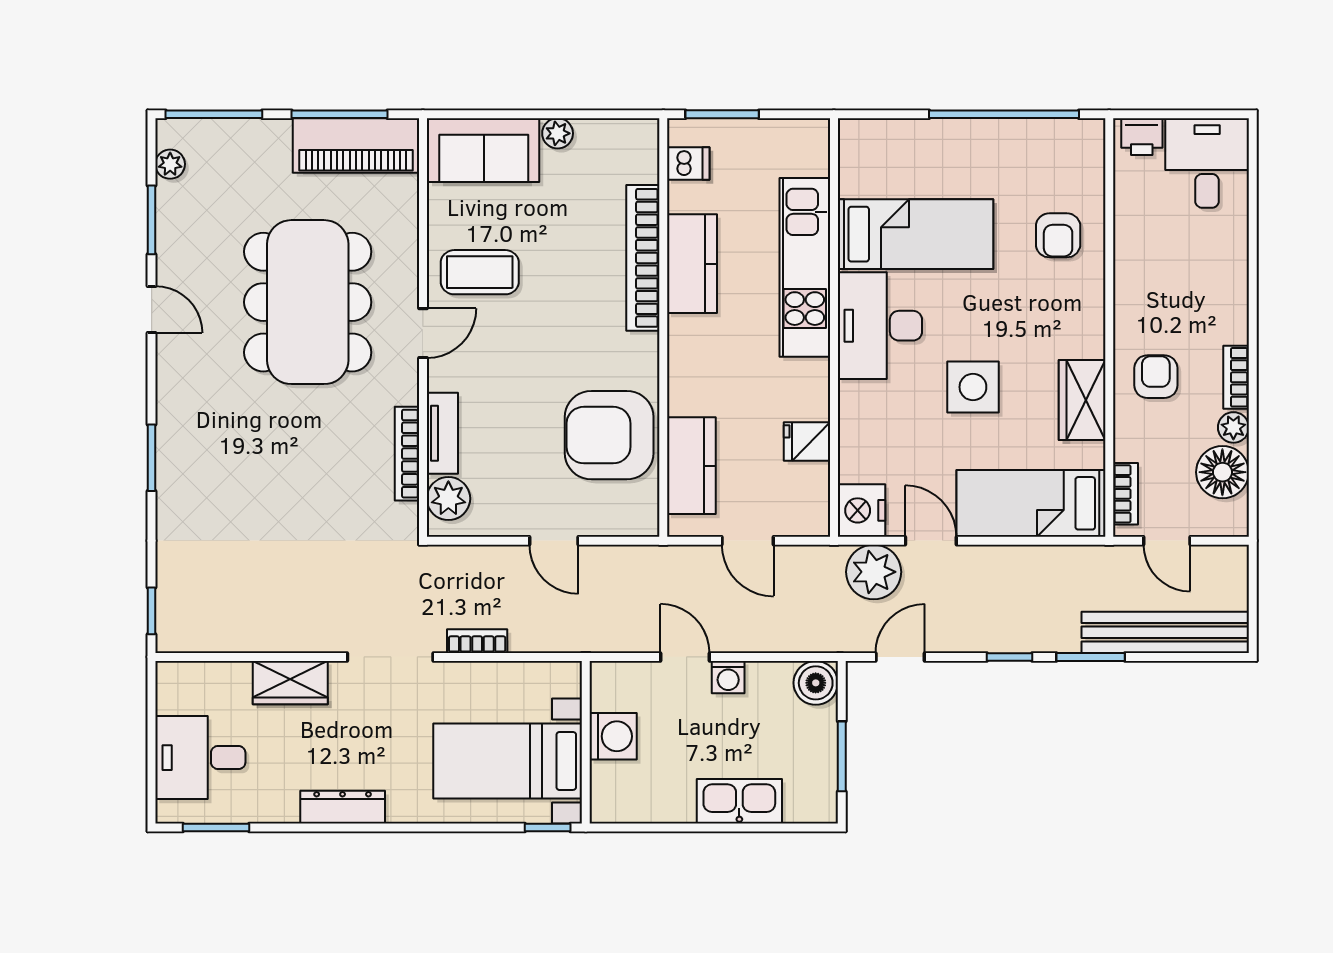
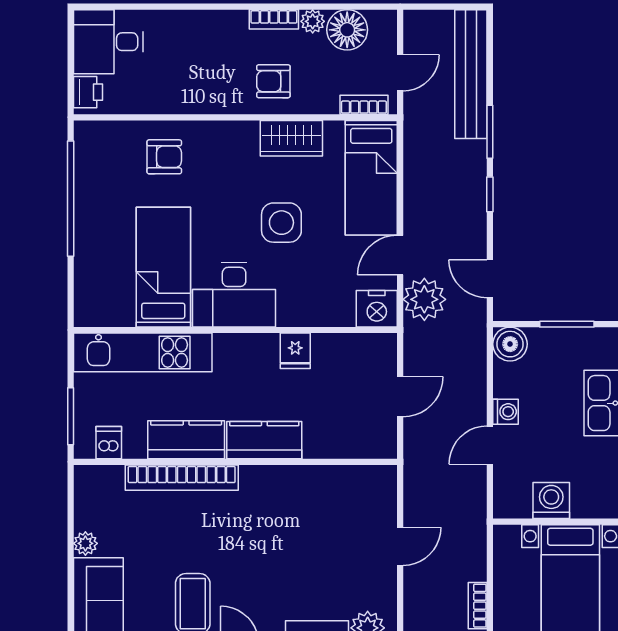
kitchen unit: (805, 267) -> (143, 352), moved
armchair: (609, 435) -> (319, 504), removed
fridge: (807, 441) -> (295, 351), moved
kitchen counter: (691, 466) -> (264, 440), moved

